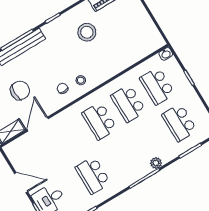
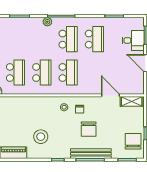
chair: (20, 90) -> (89, 129), moved, turned -90
school desk: (180, 123) -> (68, 39), moved
door: (38, 124) -> (111, 95), swing flipped

